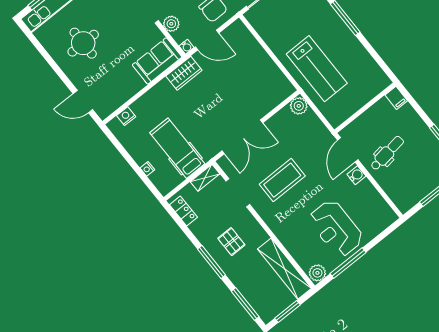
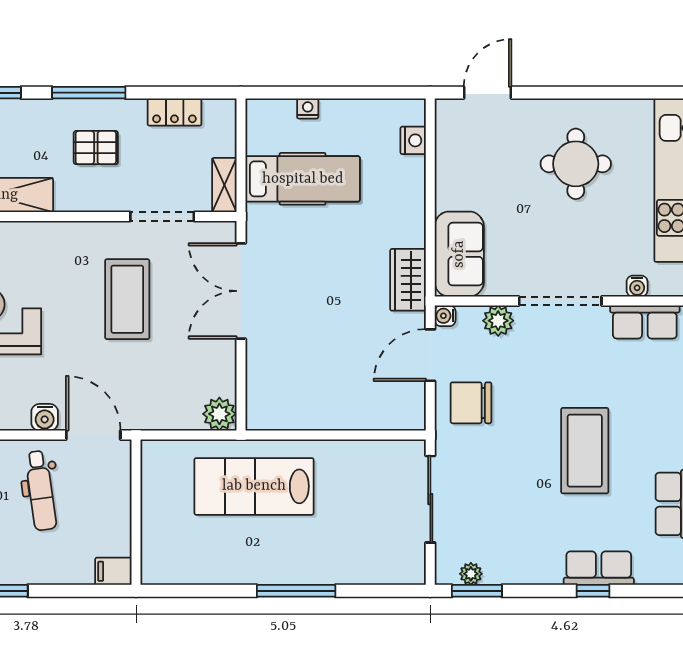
locker: (183, 211) -> (174, 112), moved

